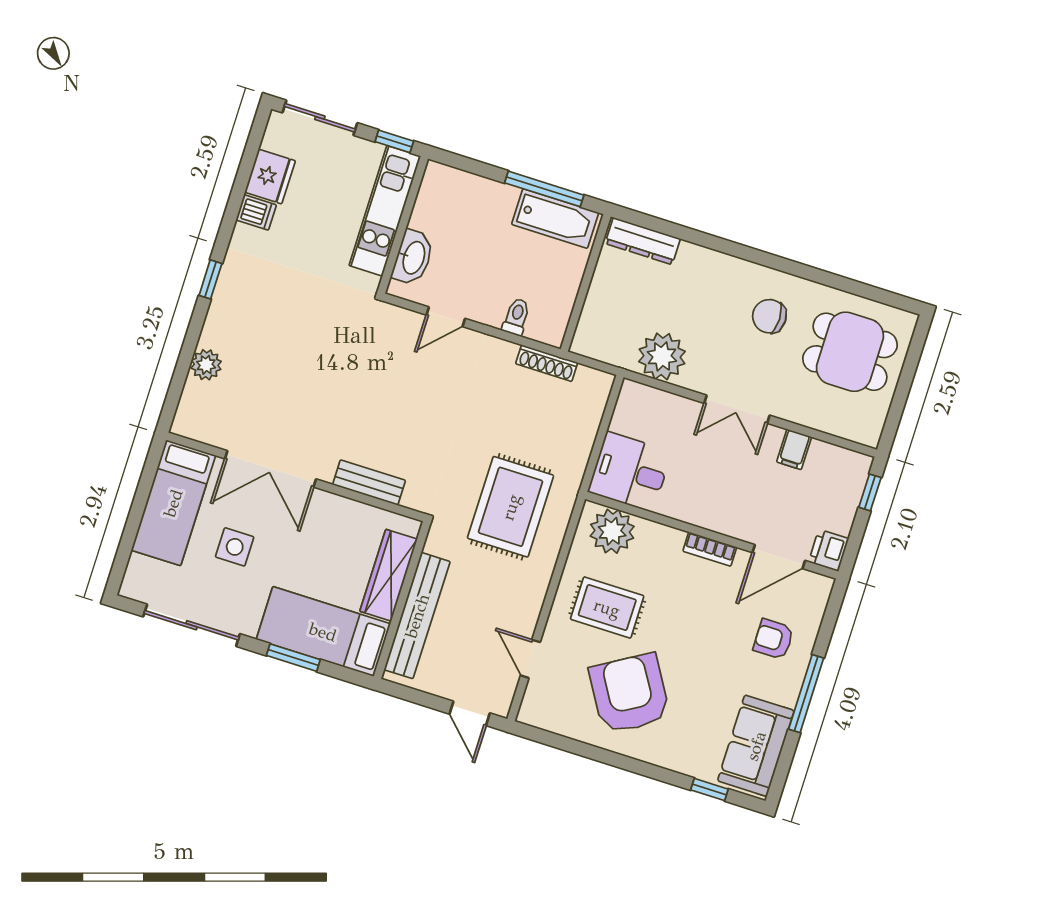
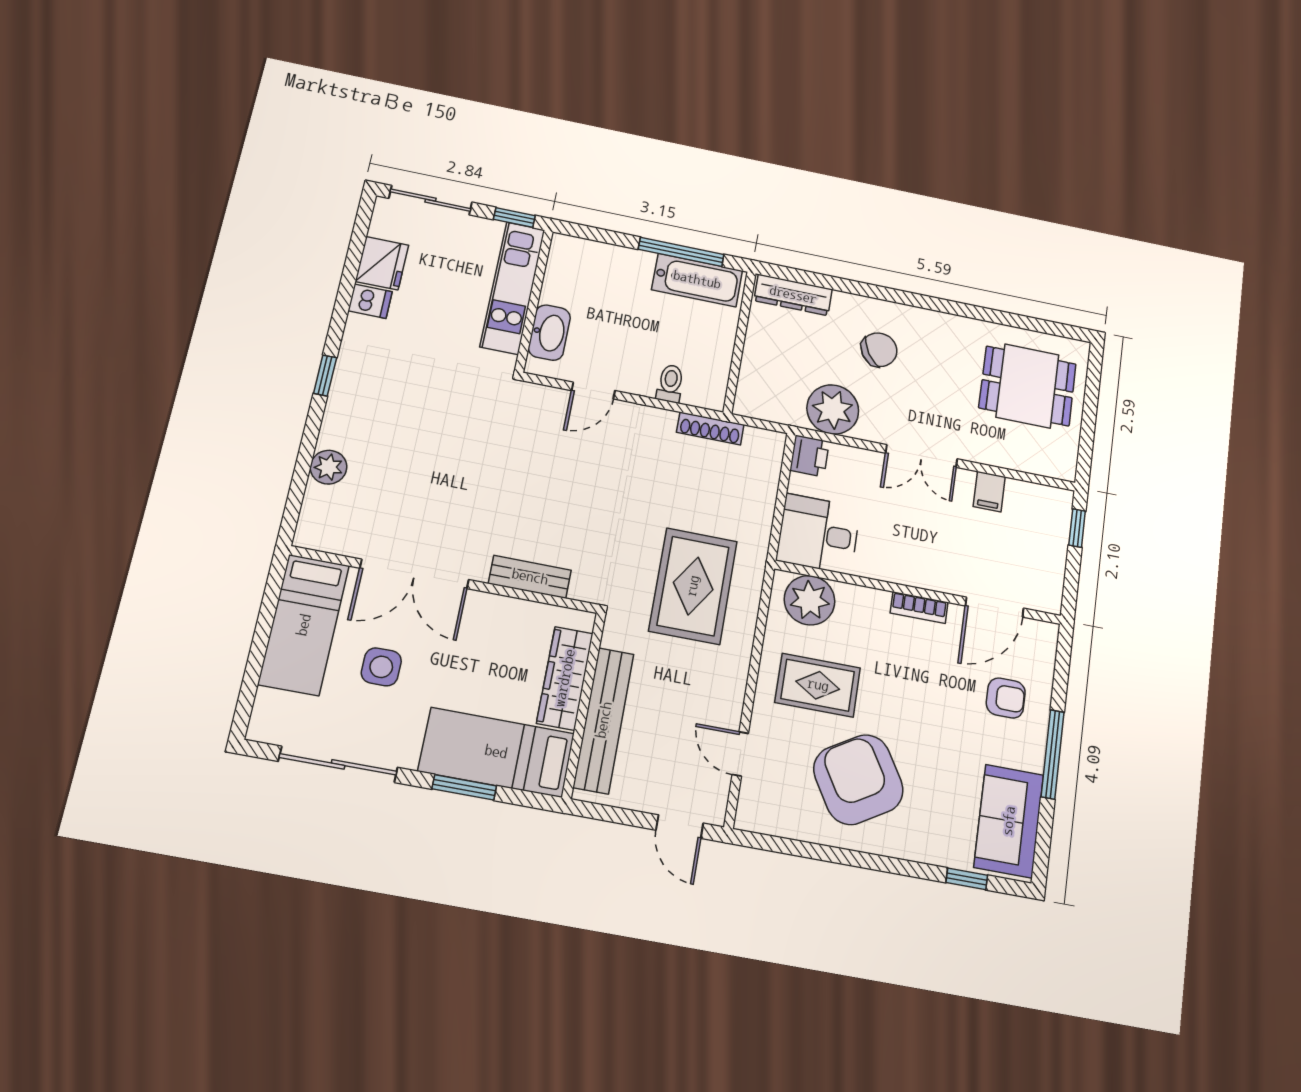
chair: (769, 316) -> (879, 350), moved, turned 148
printer: (829, 550) -> (809, 456), moved, turned 180
armchair: (773, 639) -> (1006, 698), turned 180

